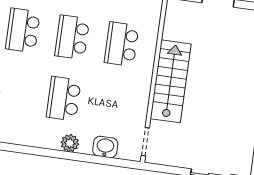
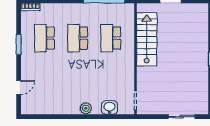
stairs: (171, 81) -> (147, 39), moved
school desk: (64, 99) -> (78, 79), removed

